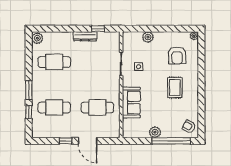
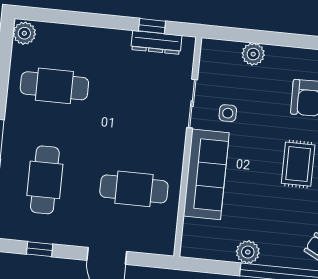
dresser: (85, 36) -> (156, 42), moved
sofa: (131, 103) -> (206, 174), width x1.36
cafe table: (54, 107) -> (45, 180), turned 90
window: (66, 141) -> (40, 249), moved

